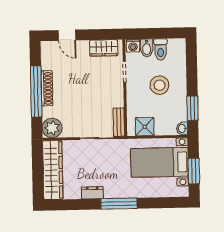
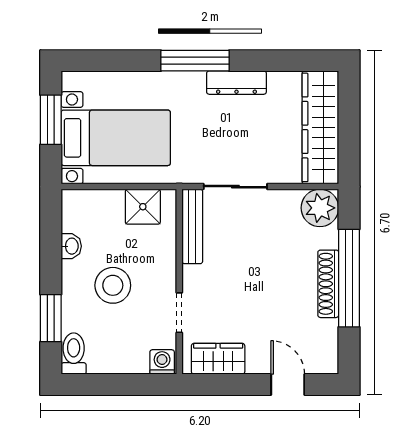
bidet: (147, 48) -> (136, 357), removed
toilet: (161, 49) -> (74, 354), moved
window: (192, 108) -> (51, 318), moved
bench: (119, 122) -> (192, 226), width x1.36
washbasin: (182, 128) -> (71, 246), moved
dresser: (92, 193) -> (236, 83), width x1.44

